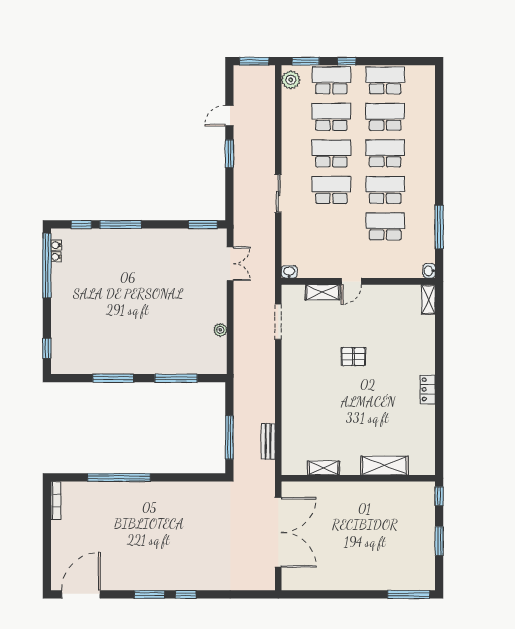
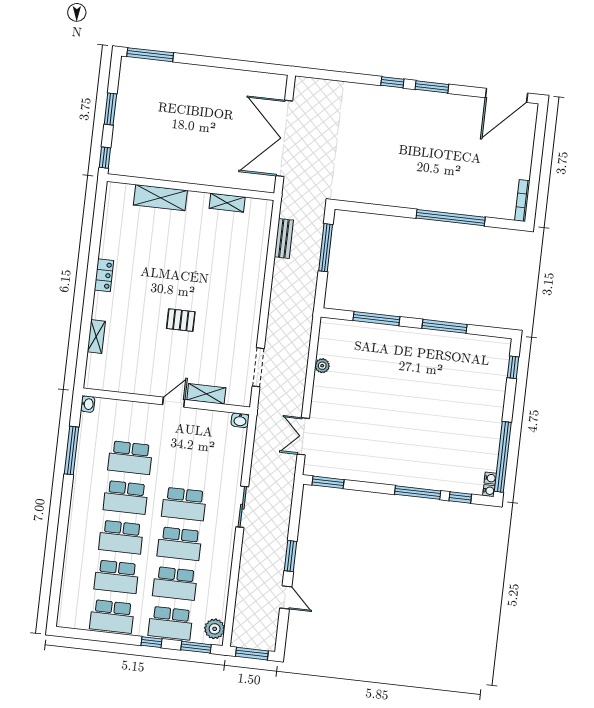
door: (229, 116) -> (286, 597), hinge flipped
water cooler: (56, 257) -> (489, 491), moved
shelving: (428, 299) -> (96, 337), moved

